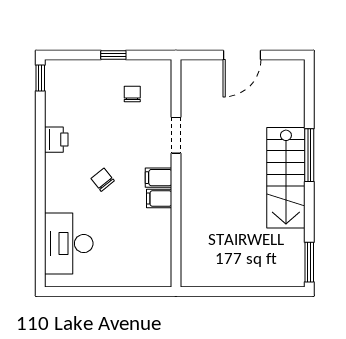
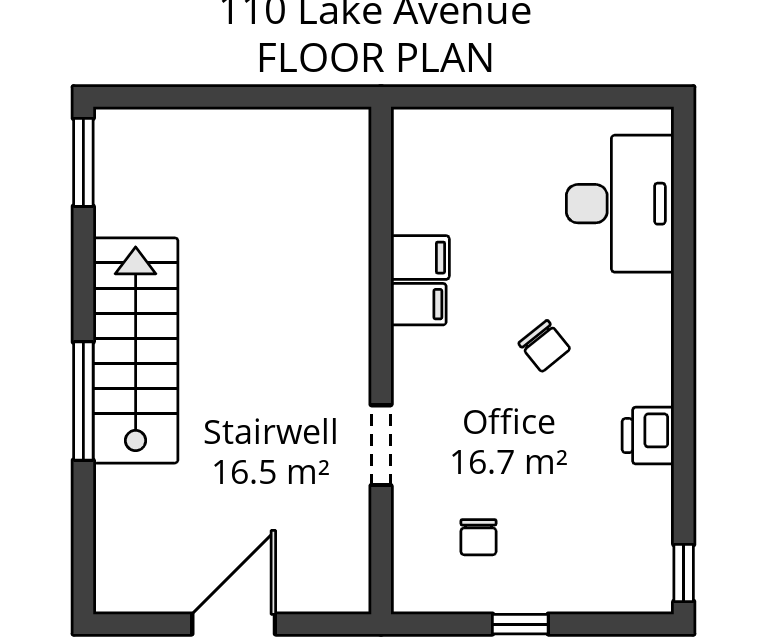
filing cabinet: (158, 178) -> (420, 258), moved

